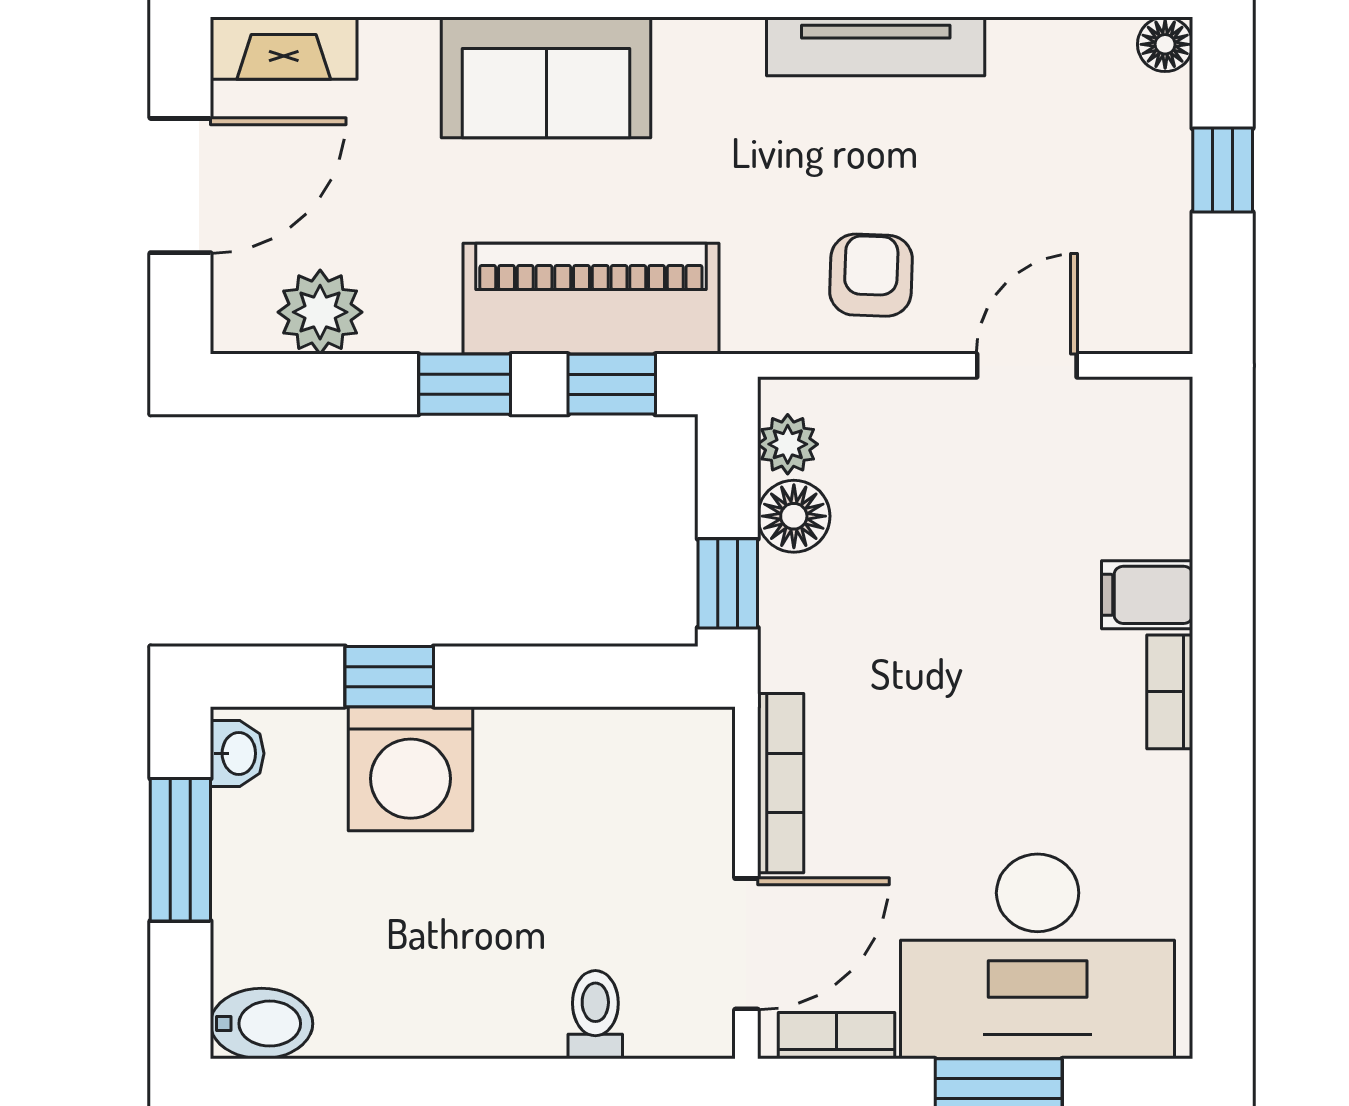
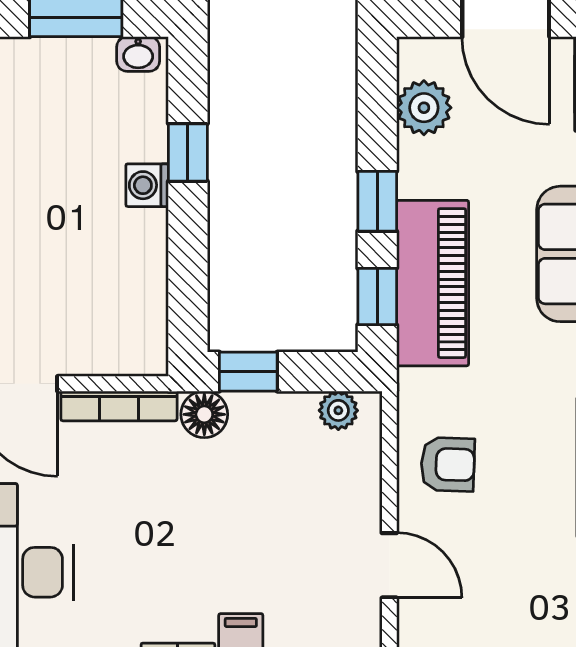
floor lamp: (794, 516) -> (204, 414), moved
washing machine: (411, 769) -> (147, 185), width x0.53, depth x0.53

